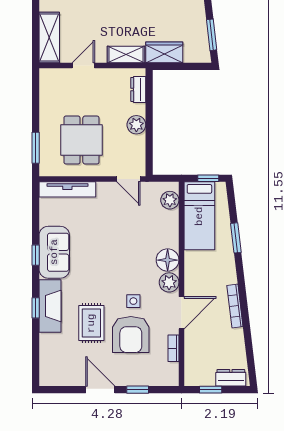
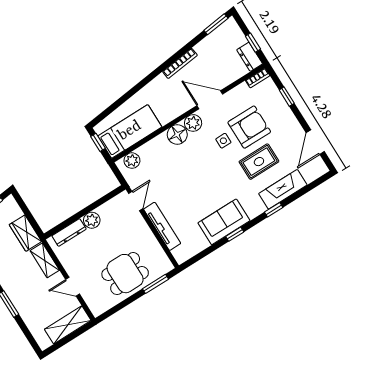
dresser: (138, 89) -> (69, 232), width x1.44
dining table: (81, 140) -> (125, 274), moved
tv unit: (67, 189) -> (162, 226), moved
window: (236, 238) -> (216, 24), moved
fireplace: (50, 306) -> (283, 189), moved
bookcase: (173, 348) -> (258, 78), moved
dresser: (231, 378) -> (250, 57), moved
door: (100, 390) -> (315, 142), moved

